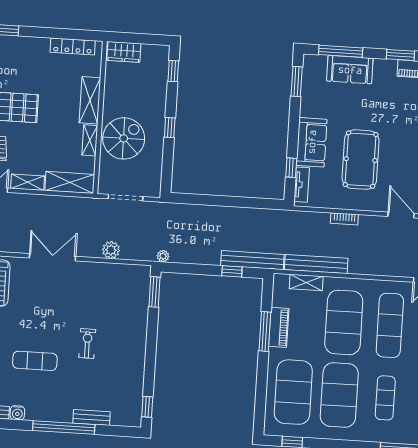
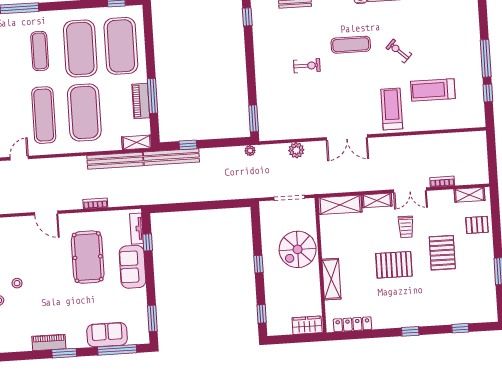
shelving: (90, 140) -> (327, 244), removed
shelving: (306, 283) -> (137, 142), moved
exercise bike: (87, 343) -> (307, 66), turned -90

